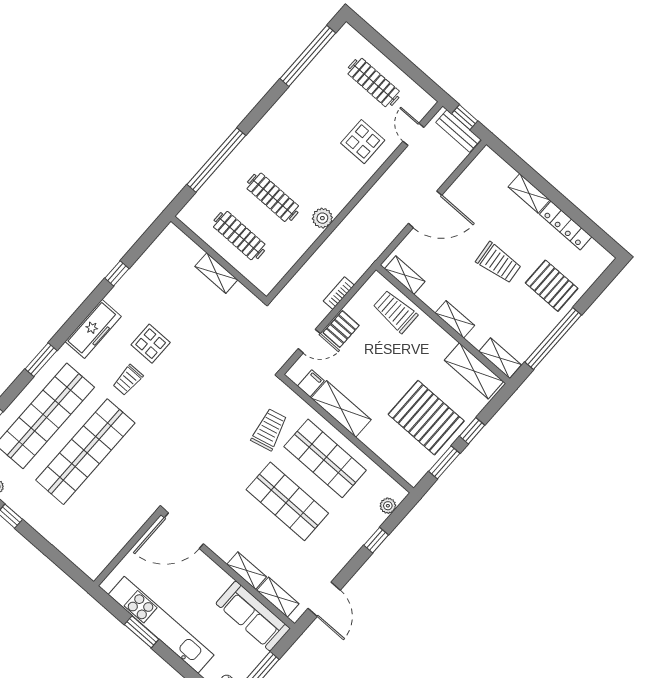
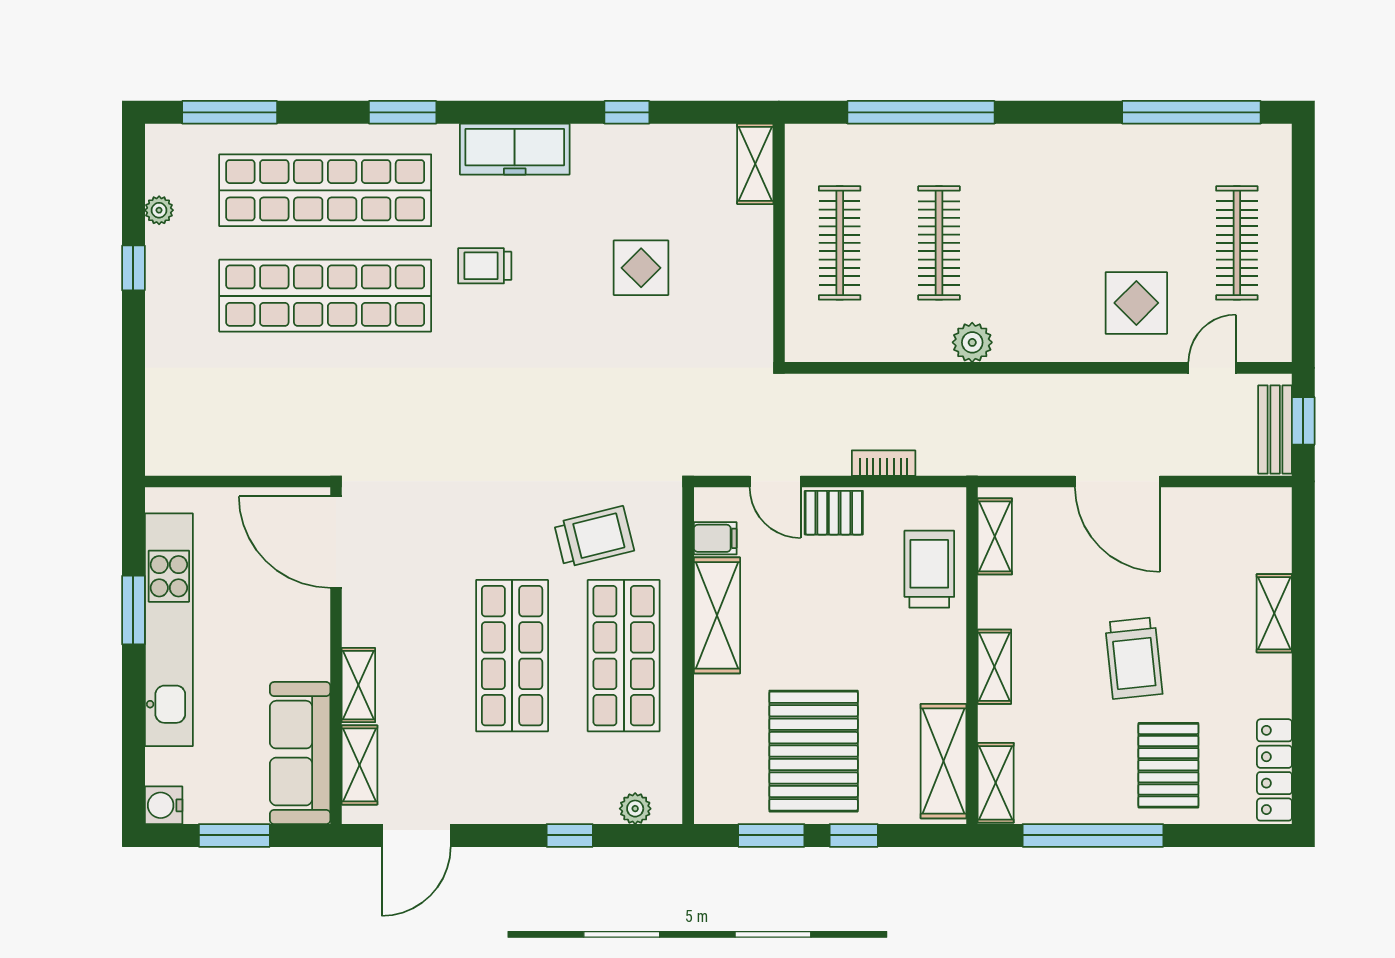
locker: (566, 226) -> (1274, 770), moved
shelving: (216, 273) -> (755, 164), moved
display table: (151, 344) -> (641, 268), moved

